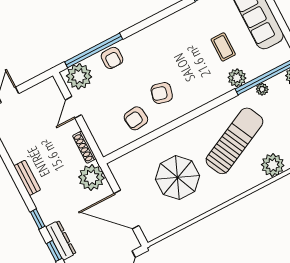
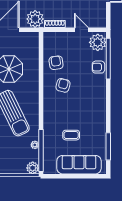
plant: (237, 78) -> (49, 134), removed

